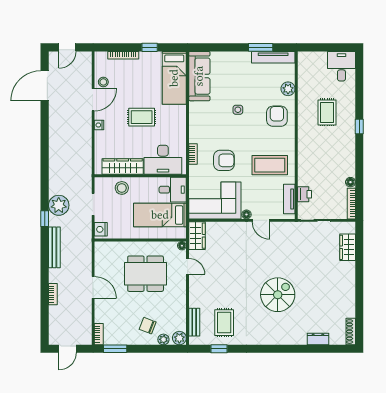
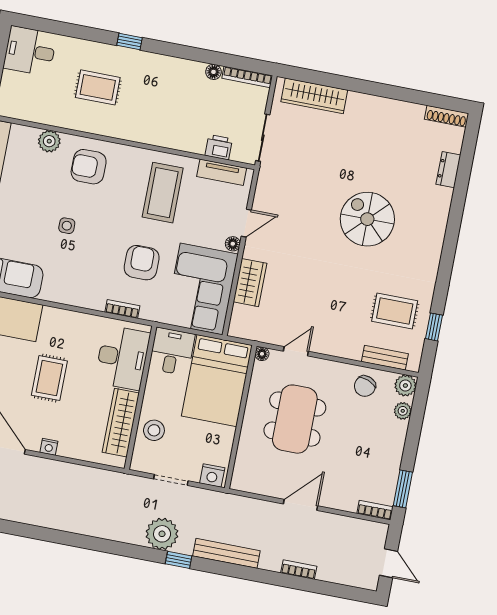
bed: (160, 215) -> (217, 381), width x1.50
wardrobe: (197, 236) -> (250, 283), moved, turned 90
wardrobe: (348, 247) -> (314, 96), width x1.50
chair: (148, 326) -> (365, 386), moved

